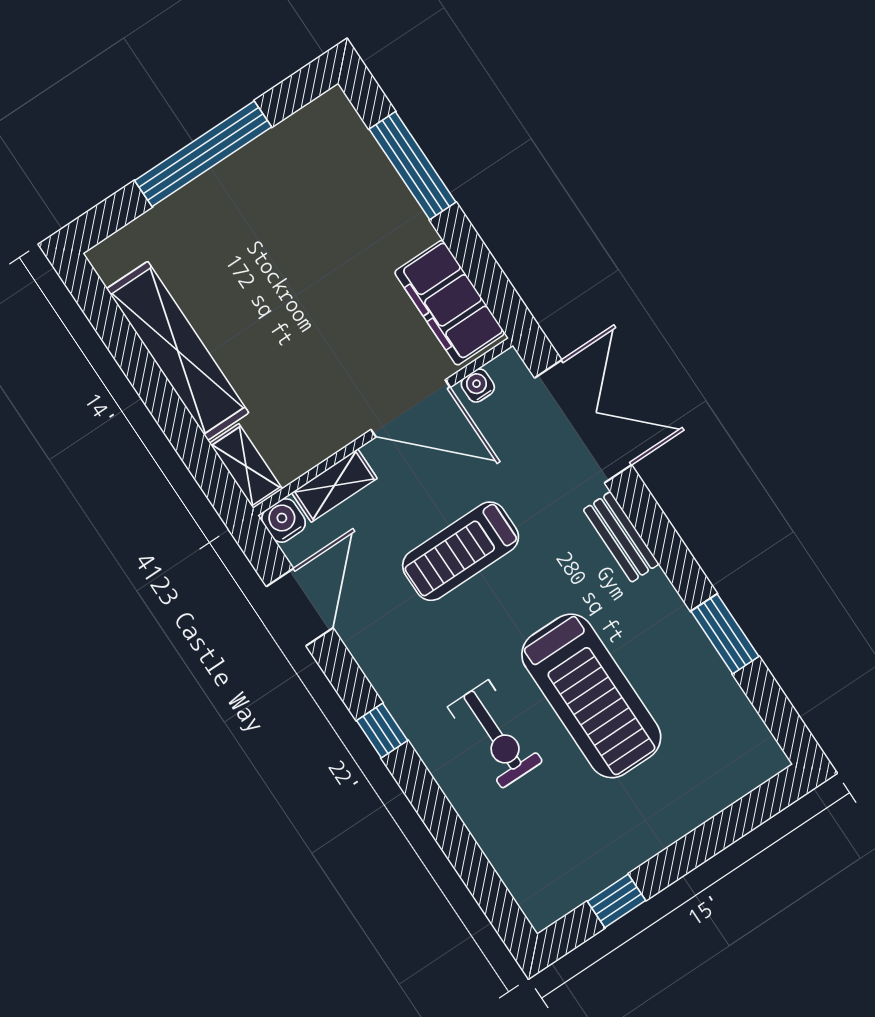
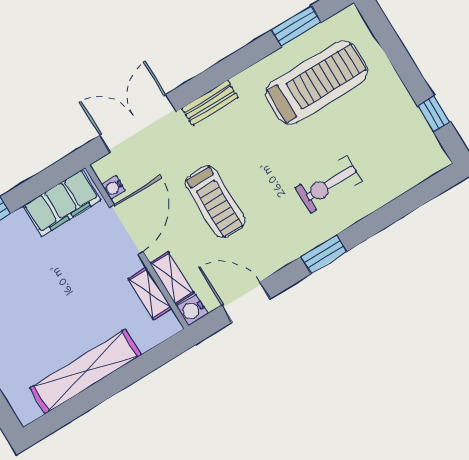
shelving: (246, 466) -> (150, 293), moved, turned 90
window: (725, 634) -> (296, 26), moved
treadmill: (591, 696) -> (317, 82), moved
window: (382, 730) -> (324, 254), width x1.50
exercise bike: (495, 734) -> (329, 185), turned 180

